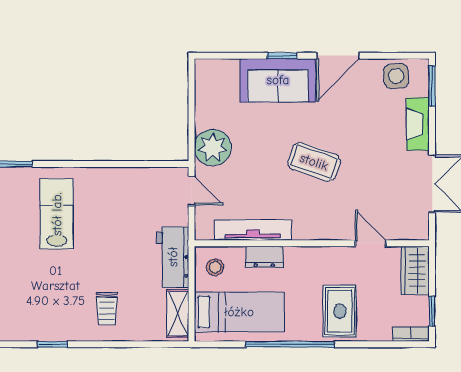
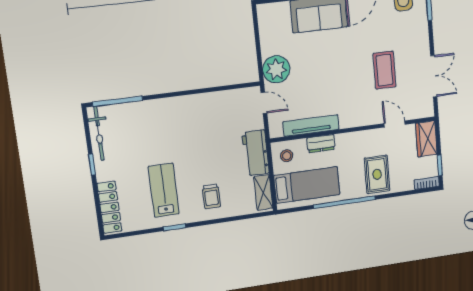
fireplace: (418, 124) -> (421, 35), removed
coffee table: (314, 162) -> (384, 70), moved, turned 71
lab bench: (57, 214) -> (164, 190), moved

